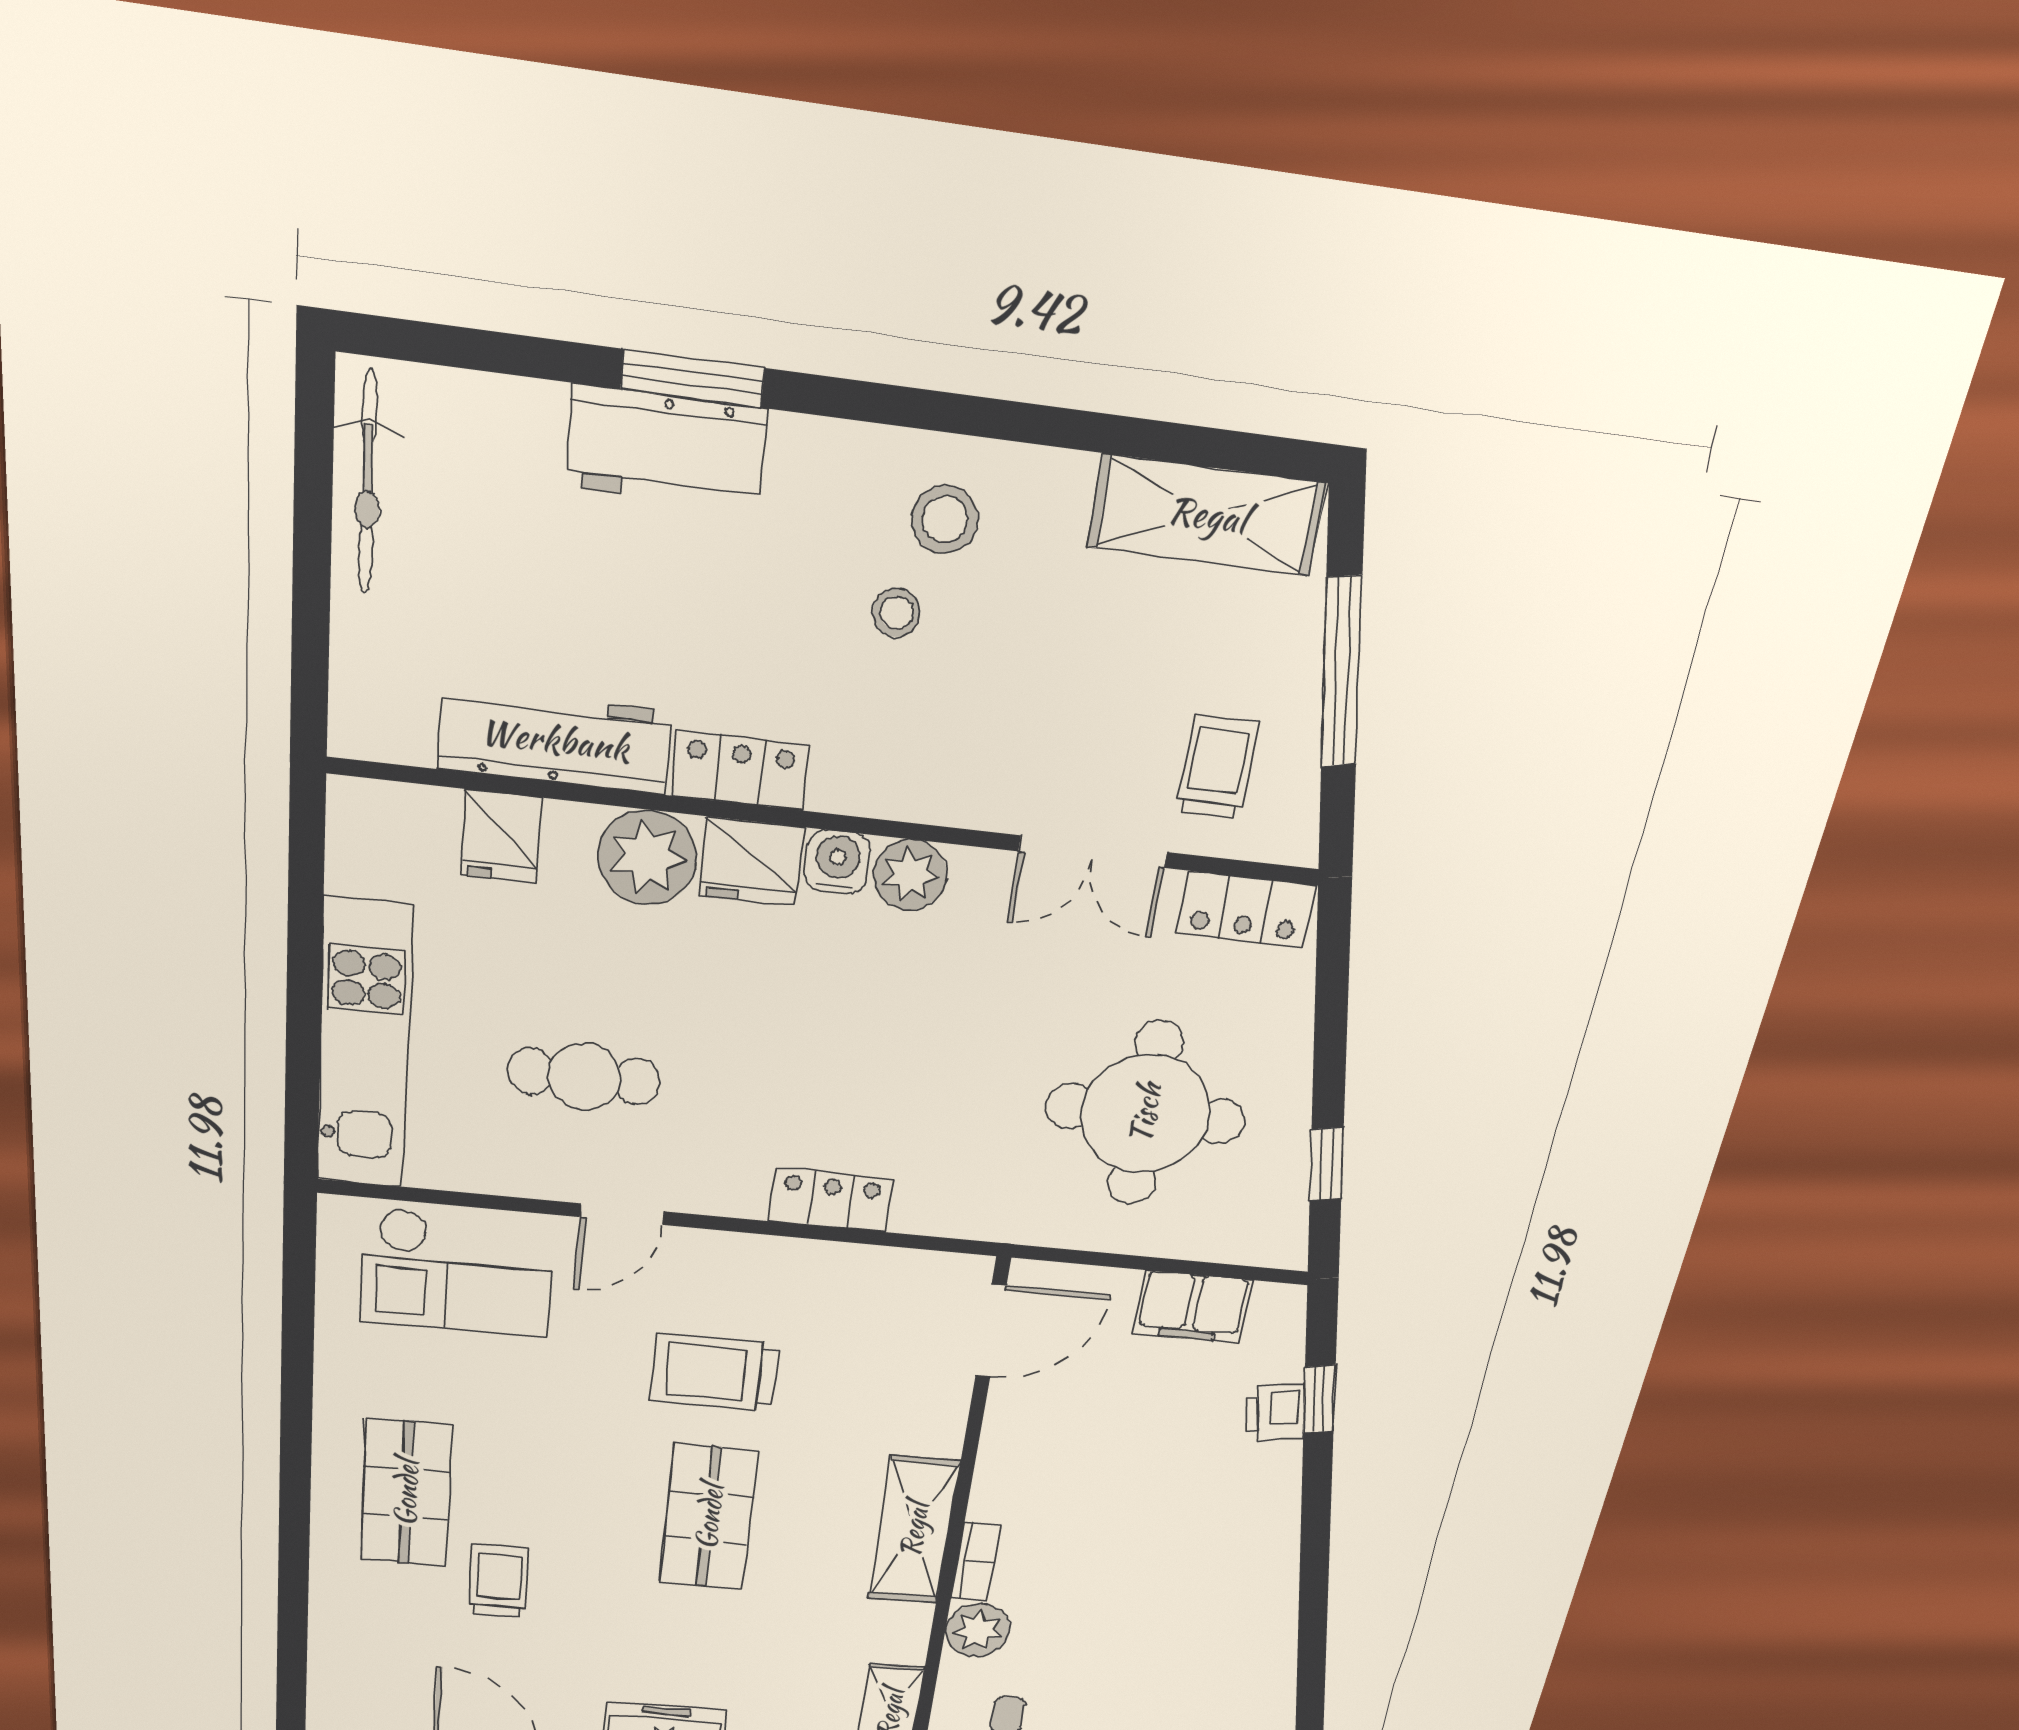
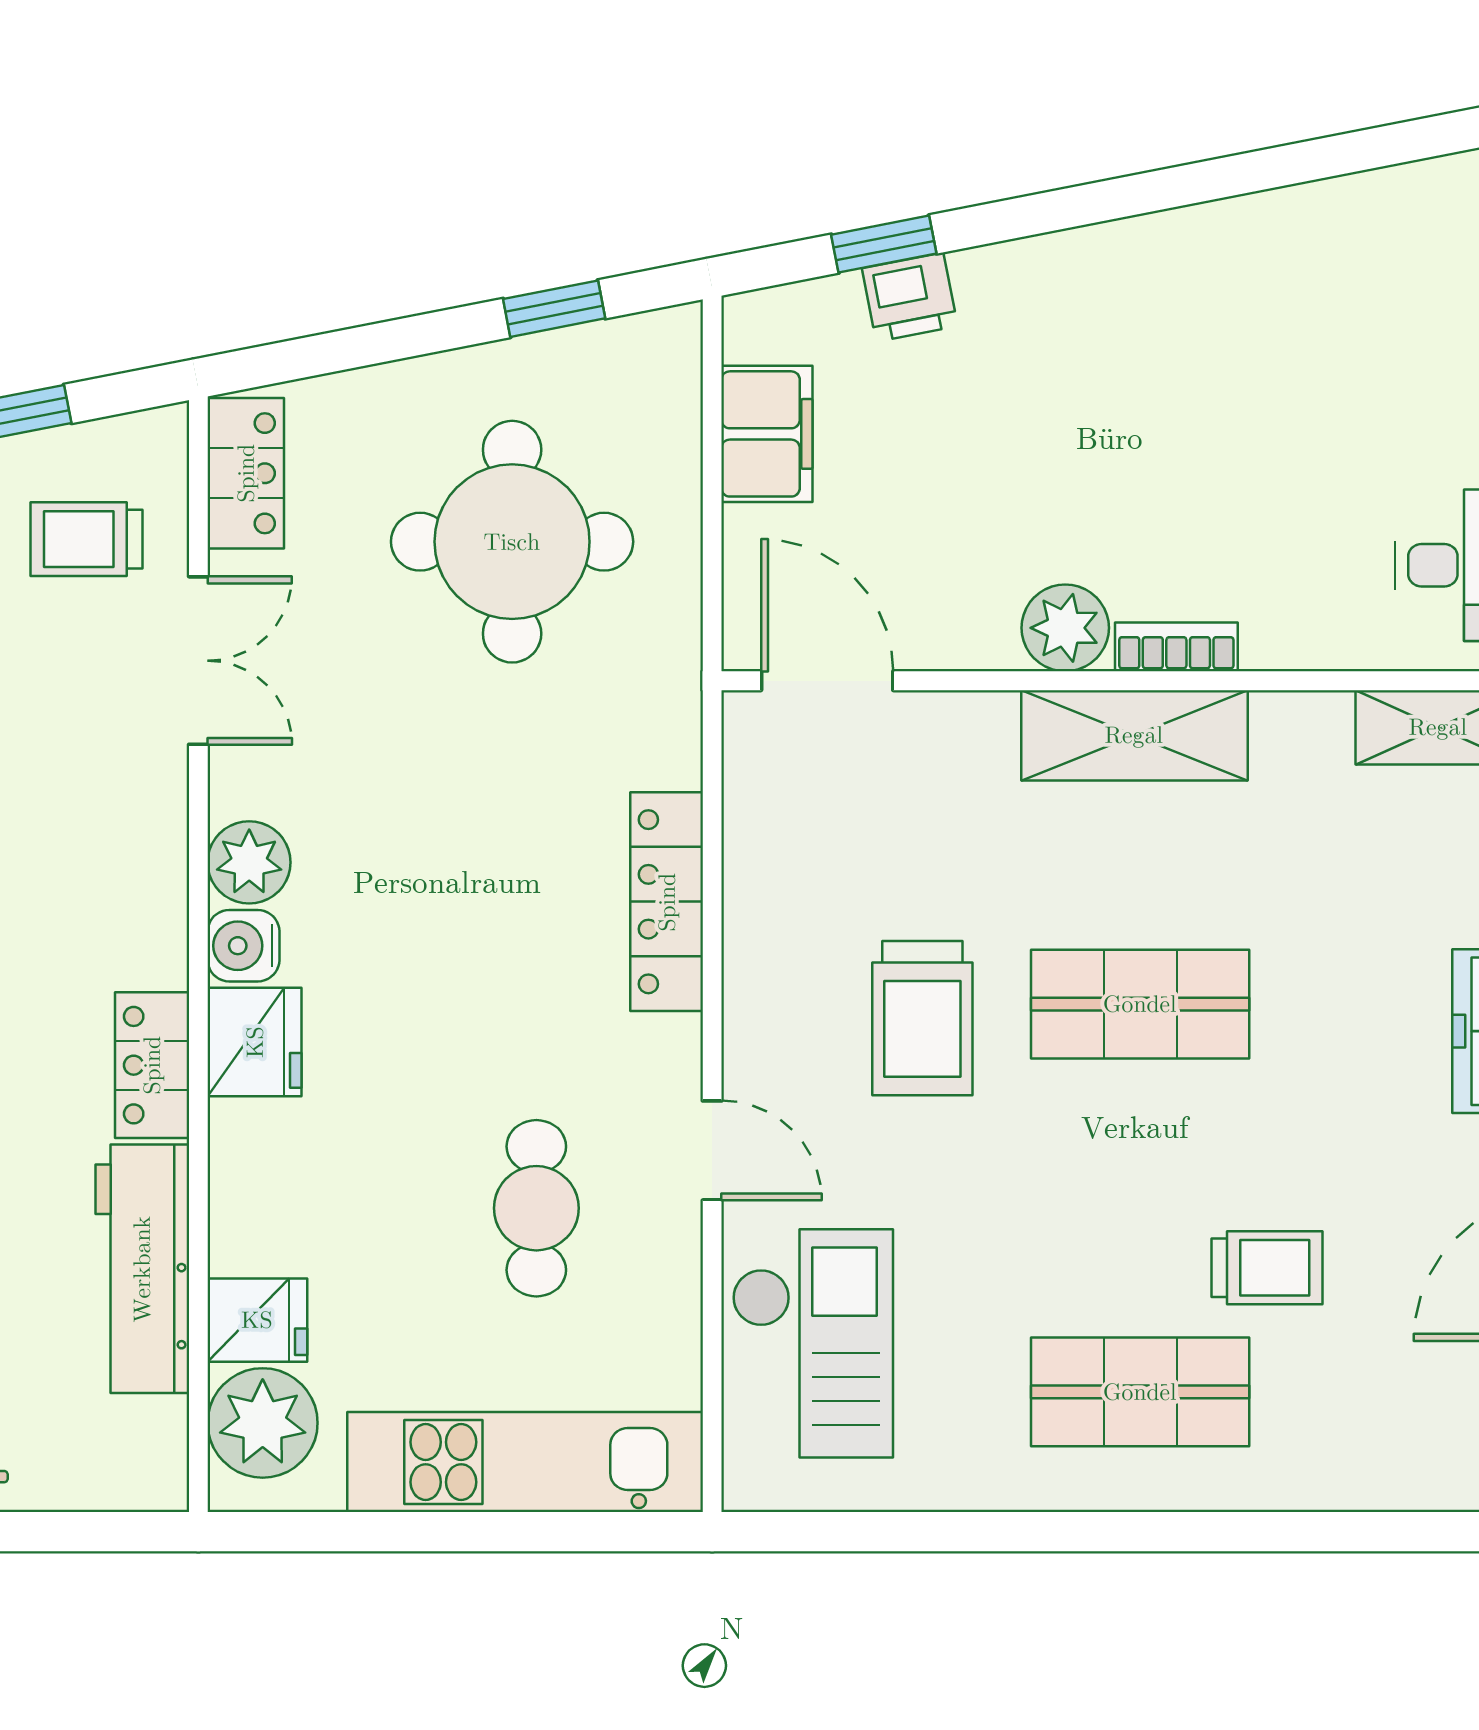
plant: (647, 857) -> (263, 1423), moved
locker: (831, 1200) -> (667, 902), width x1.53
trolley: (499, 1581) -> (1267, 1268), turned 180
plant: (978, 1630) -> (1065, 628), moved

